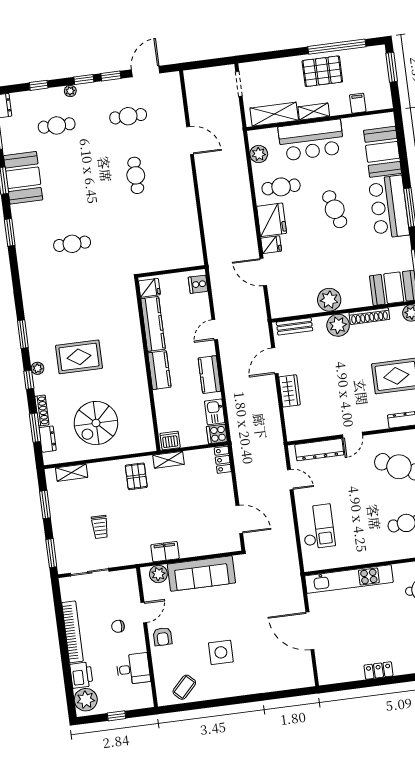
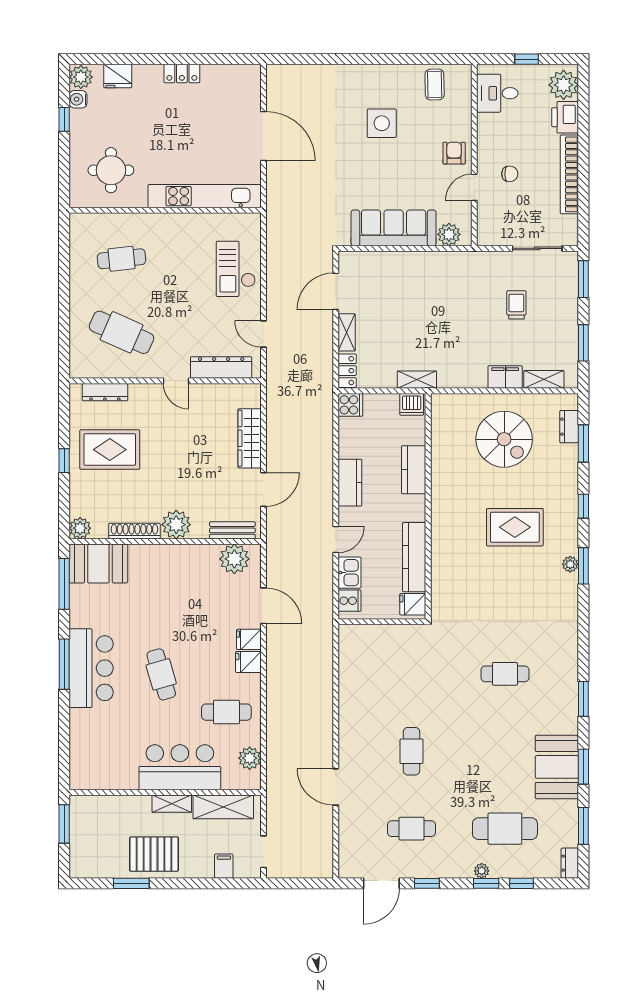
window: (337, 47) -> (131, 883), width x0.47
window: (392, 67) -> (64, 824), moved
window: (84, 79) -> (486, 883), moved
filing cabinet: (358, 103) -> (224, 866), moved, turned 180
cafe table: (57, 125) -> (505, 829), width x1.37, depth x1.35
booth: (383, 152) -> (90, 740), removed
fridge: (272, 220) -> (248, 662), width x0.53, depth x0.75
plant: (329, 300) -> (234, 559), moved
plant: (37, 368) -> (570, 564), moved
kitchen counter: (159, 370) -> (414, 470), moved
wardrobe: (290, 391) -> (250, 438), width x1.50
shoe rack: (42, 411) -> (572, 464), removed
kitchen sink: (215, 412) -> (350, 573), moved
spiral stairs: (96, 423) -> (504, 439), turned 90
door: (352, 435) -> (176, 381), swing flipped
pallet: (136, 476) -> (461, 364), removed
shelving: (227, 489) -> (347, 332), added
door: (239, 519) -> (336, 291), hinge flipped
filing cabinet: (165, 552) -> (505, 377), moved, turned 180
desk: (133, 669) -> (497, 93), moved
coffee table: (184, 687) -> (435, 84), turned -45

